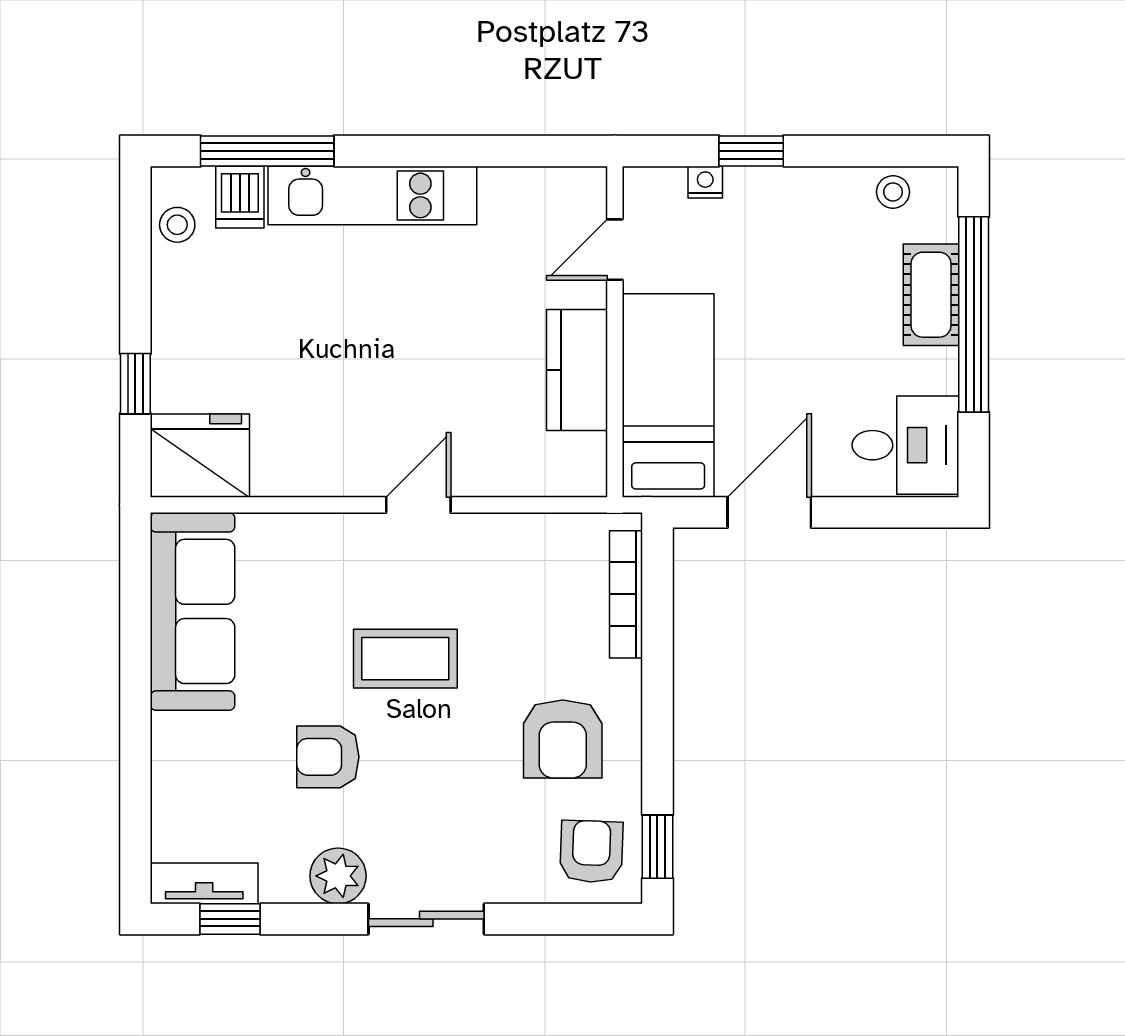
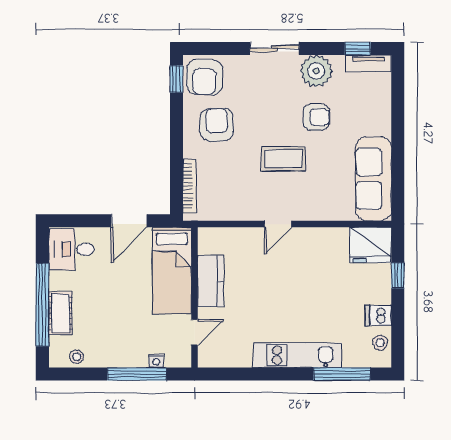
window: (751, 151) -> (137, 374), width x2.17
dishwasher: (240, 197) -> (378, 315), moved, turned -90
armchair: (591, 852) -> (204, 77), width x1.38, depth x1.38
plant: (338, 876) -> (316, 71), width x1.36, depth x1.36

